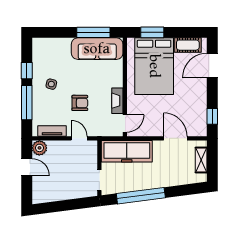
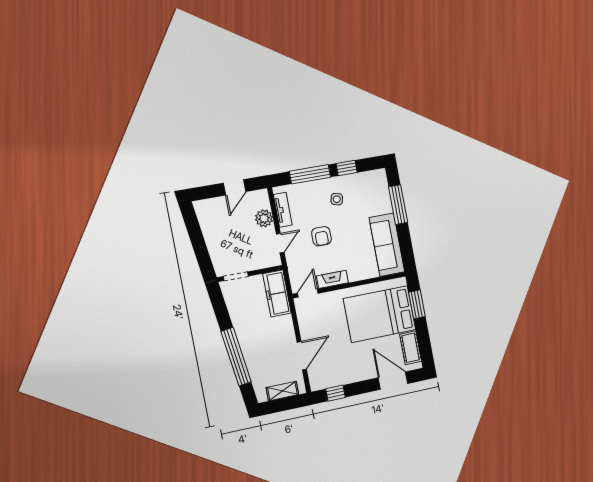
window: (93, 32) -> (398, 205), moved
door: (125, 123) -> (308, 293), swing flipped
plant: (39, 148) -> (264, 218), moved
freezer: (127, 151) -> (277, 293), width x0.73, depth x0.79
window: (141, 196) -> (236, 357), moved

